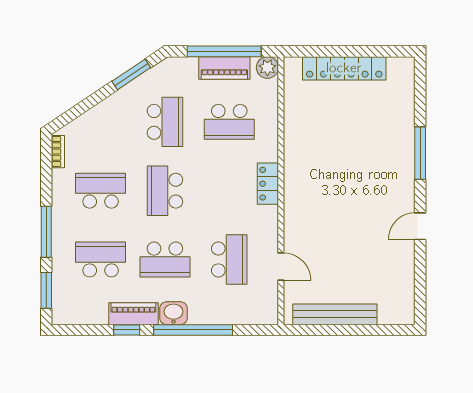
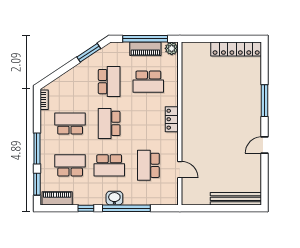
locker: (344, 68) -> (236, 49), moved
school desk: (229, 259) -> (148, 165), turned 180
piano: (133, 314) -> (57, 198), moved
bench: (335, 314) -> (236, 199), moved

